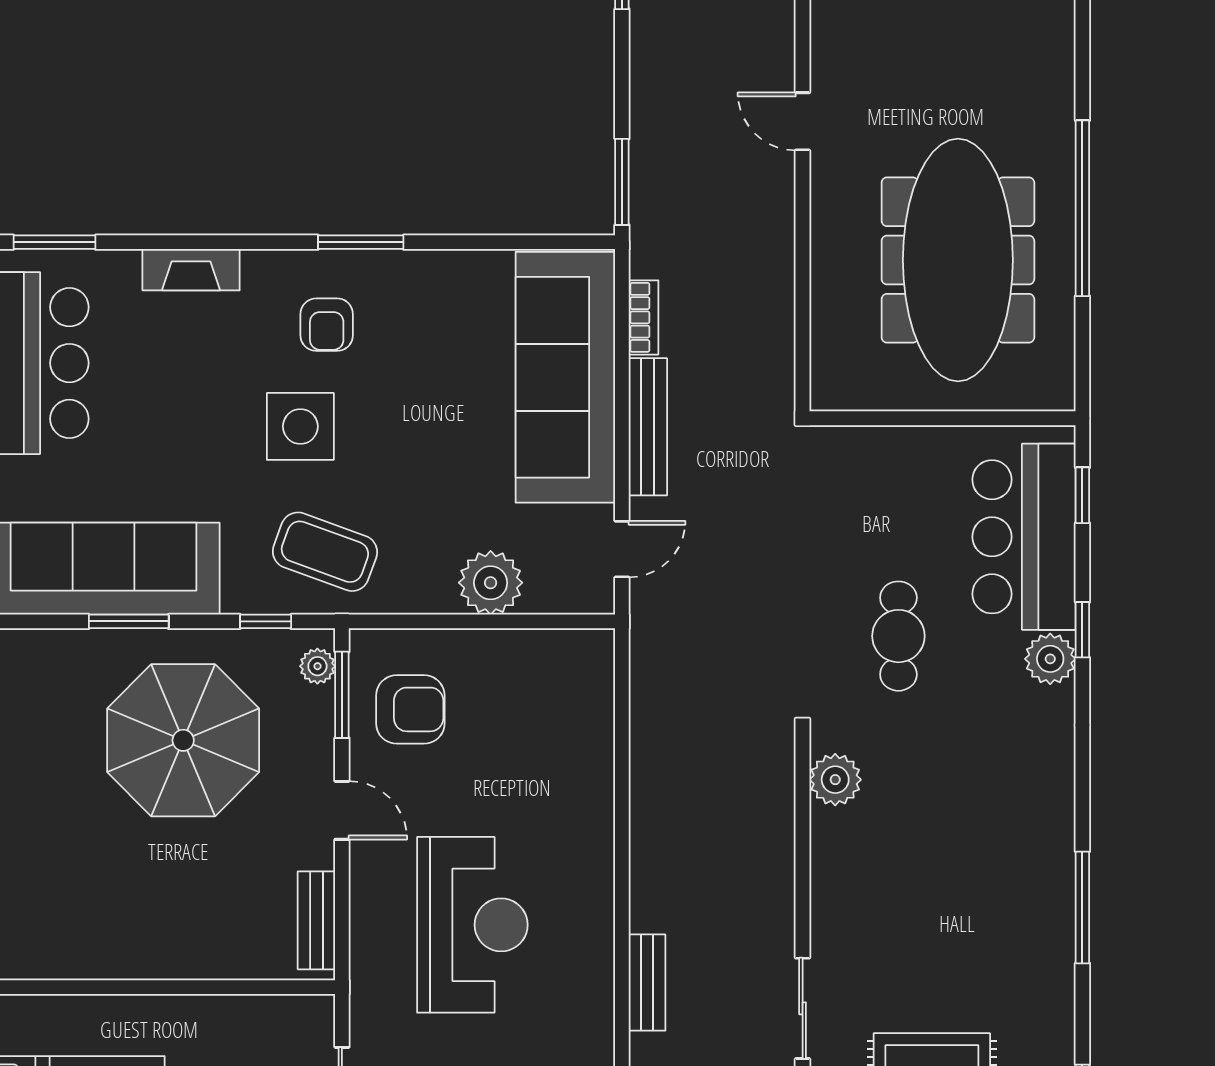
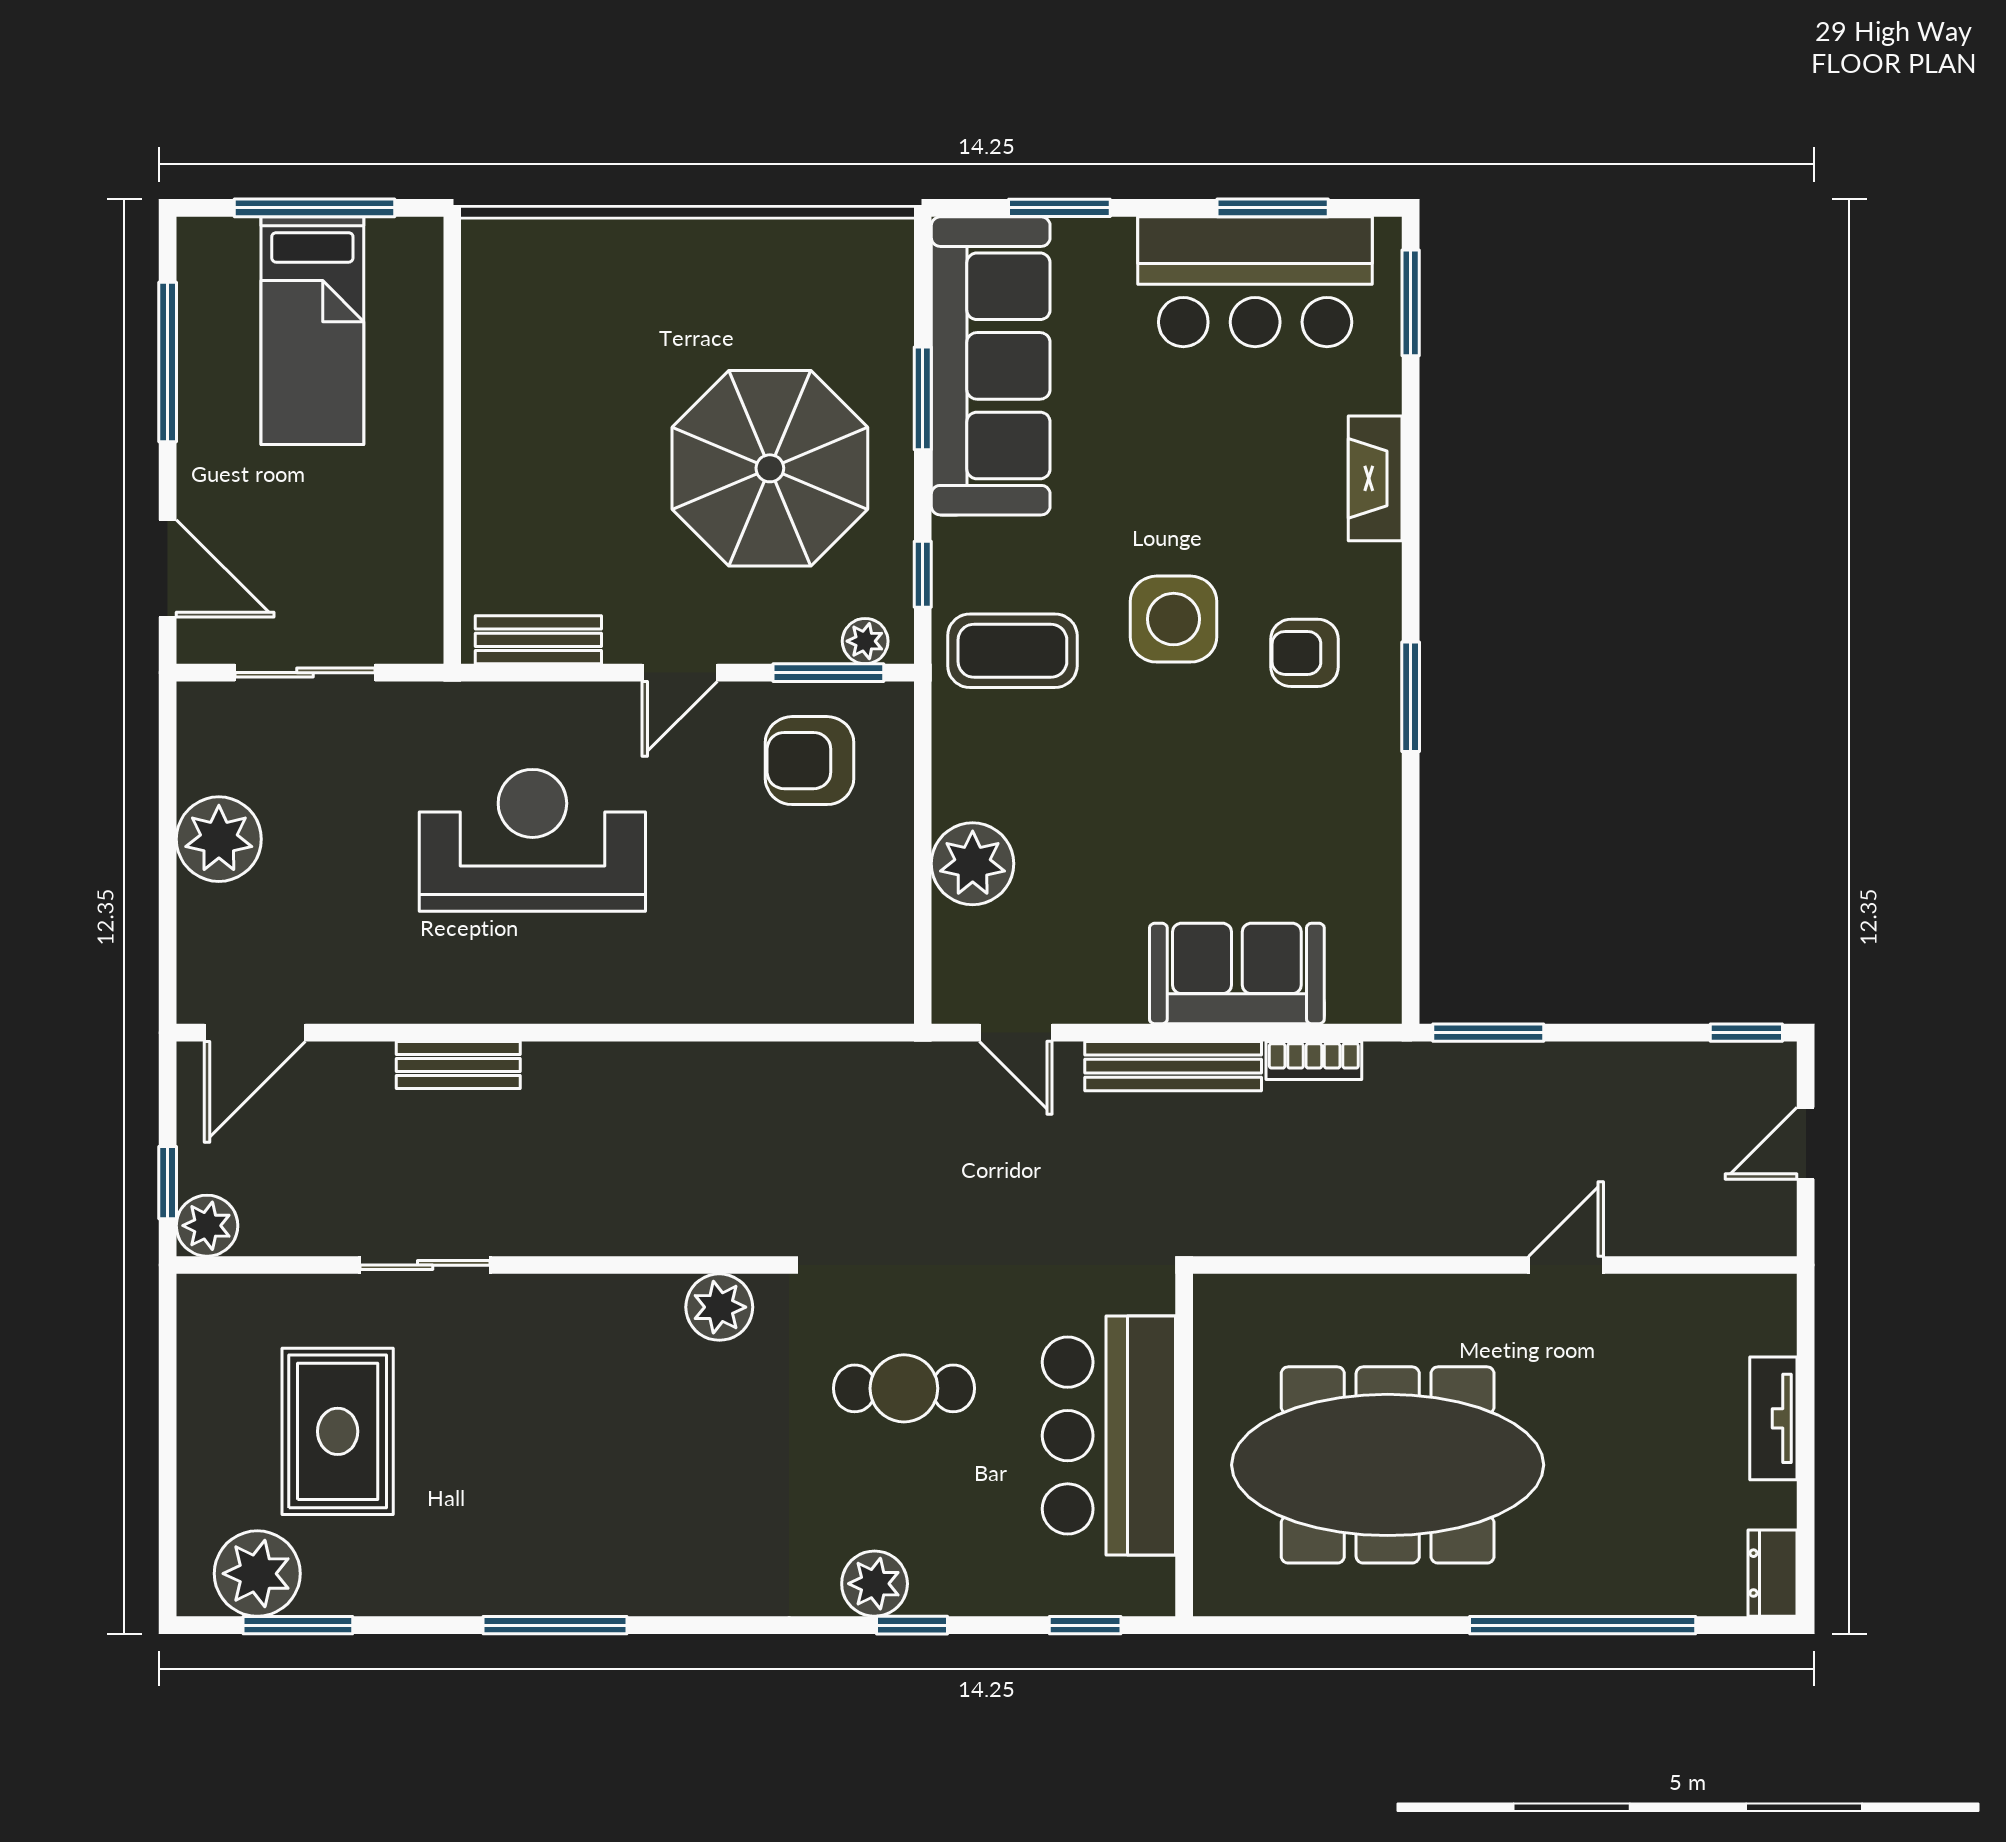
window: (1082, 208) -> (1583, 1625), moved
sofa: (565, 377) -> (1237, 974), width x0.54, depth x0.79
bar counter: (1024, 537) -> (1109, 1436), moved, turned -90
coffee table: (325, 552) -> (1012, 651), turned 70
armchair: (410, 709) -> (810, 761), turned 90
reception desk: (472, 925) -> (532, 840), turned 180

